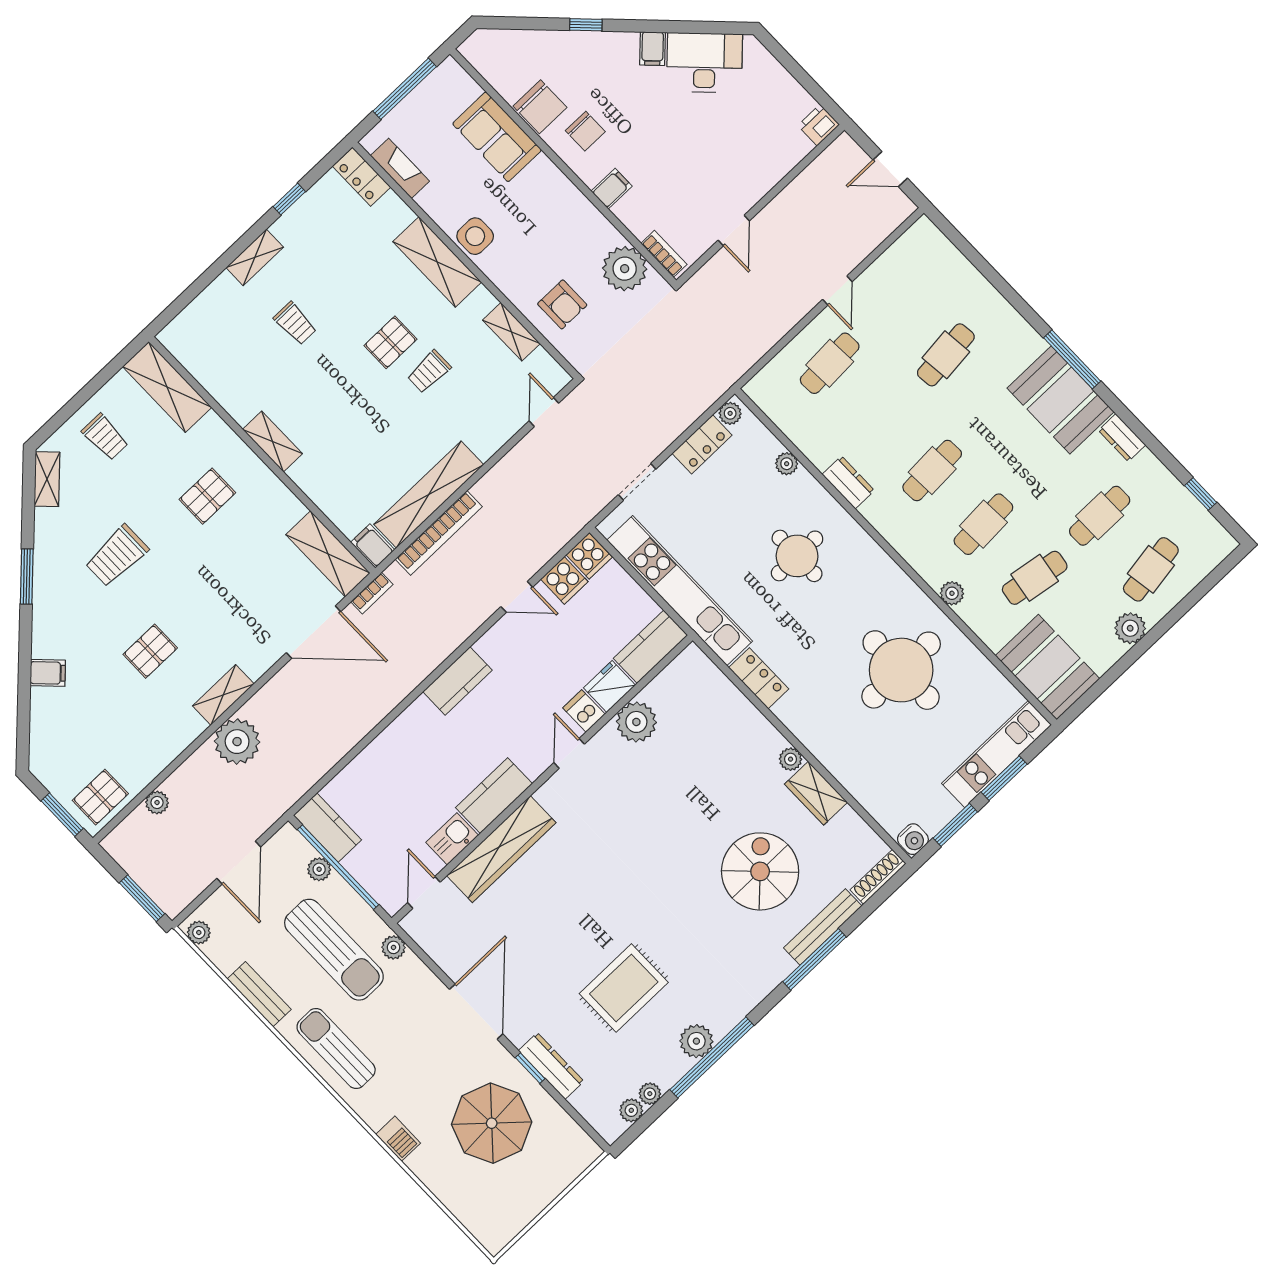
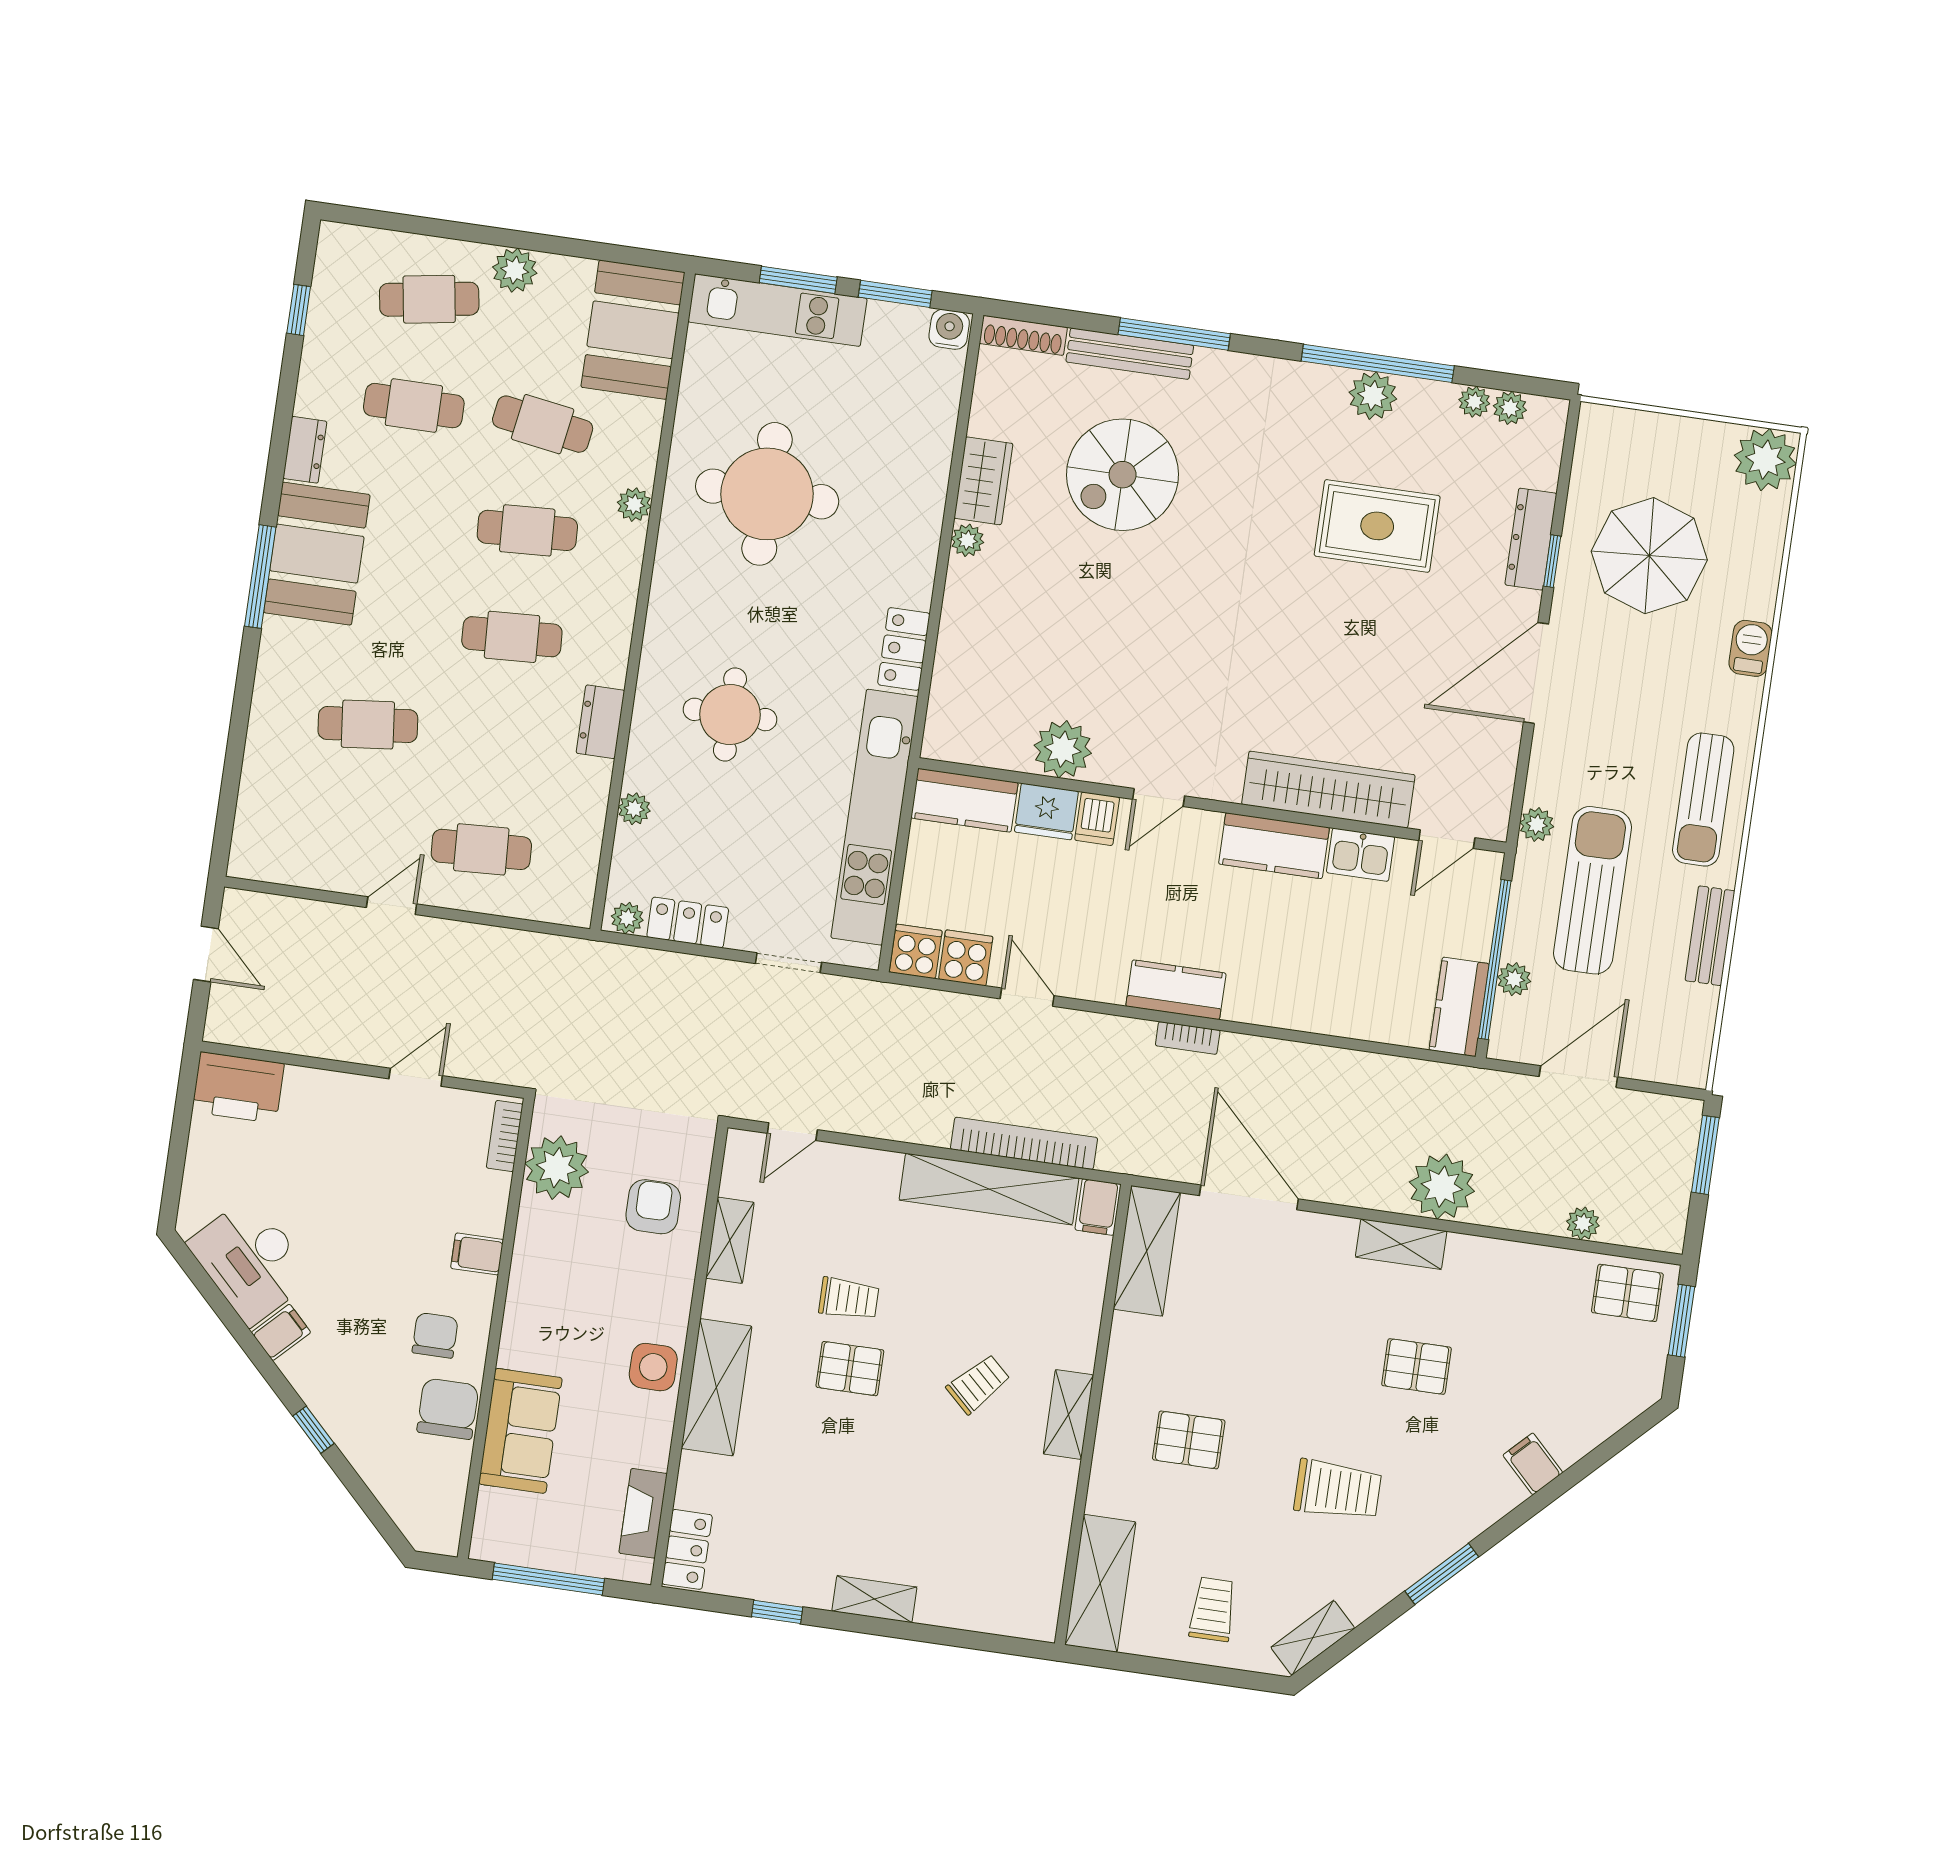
printer: (819, 125) -> (238, 1088), width x1.87, depth x1.48
trolley: (295, 323) -> (978, 1384), moved, turned 43
bookcase: (372, 593) -> (1188, 1038), moved, turned 180
plant: (199, 933) -> (1765, 460), moved, width x1.88, depth x1.88

